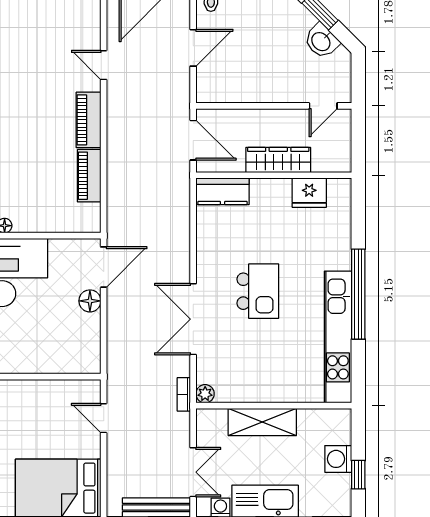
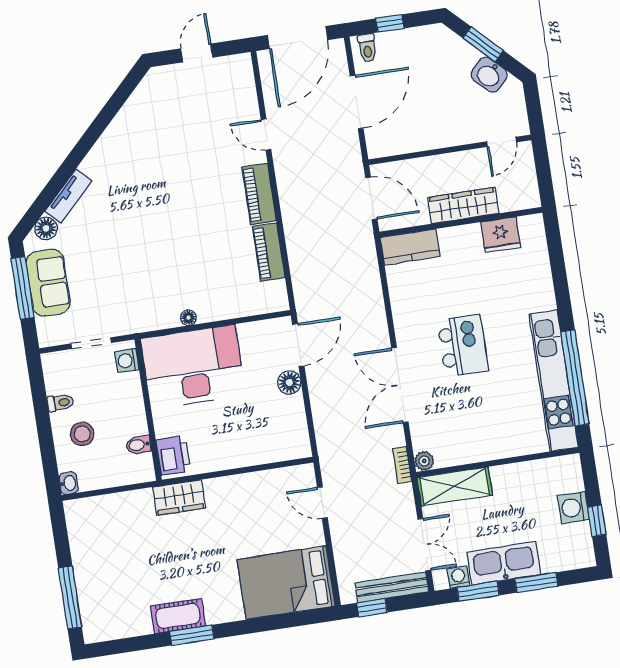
door: (193, 48) -> (357, 102), width x1.36
window: (358, 294) -> (575, 378), moved
shelving: (262, 422) -> (455, 486), moved

